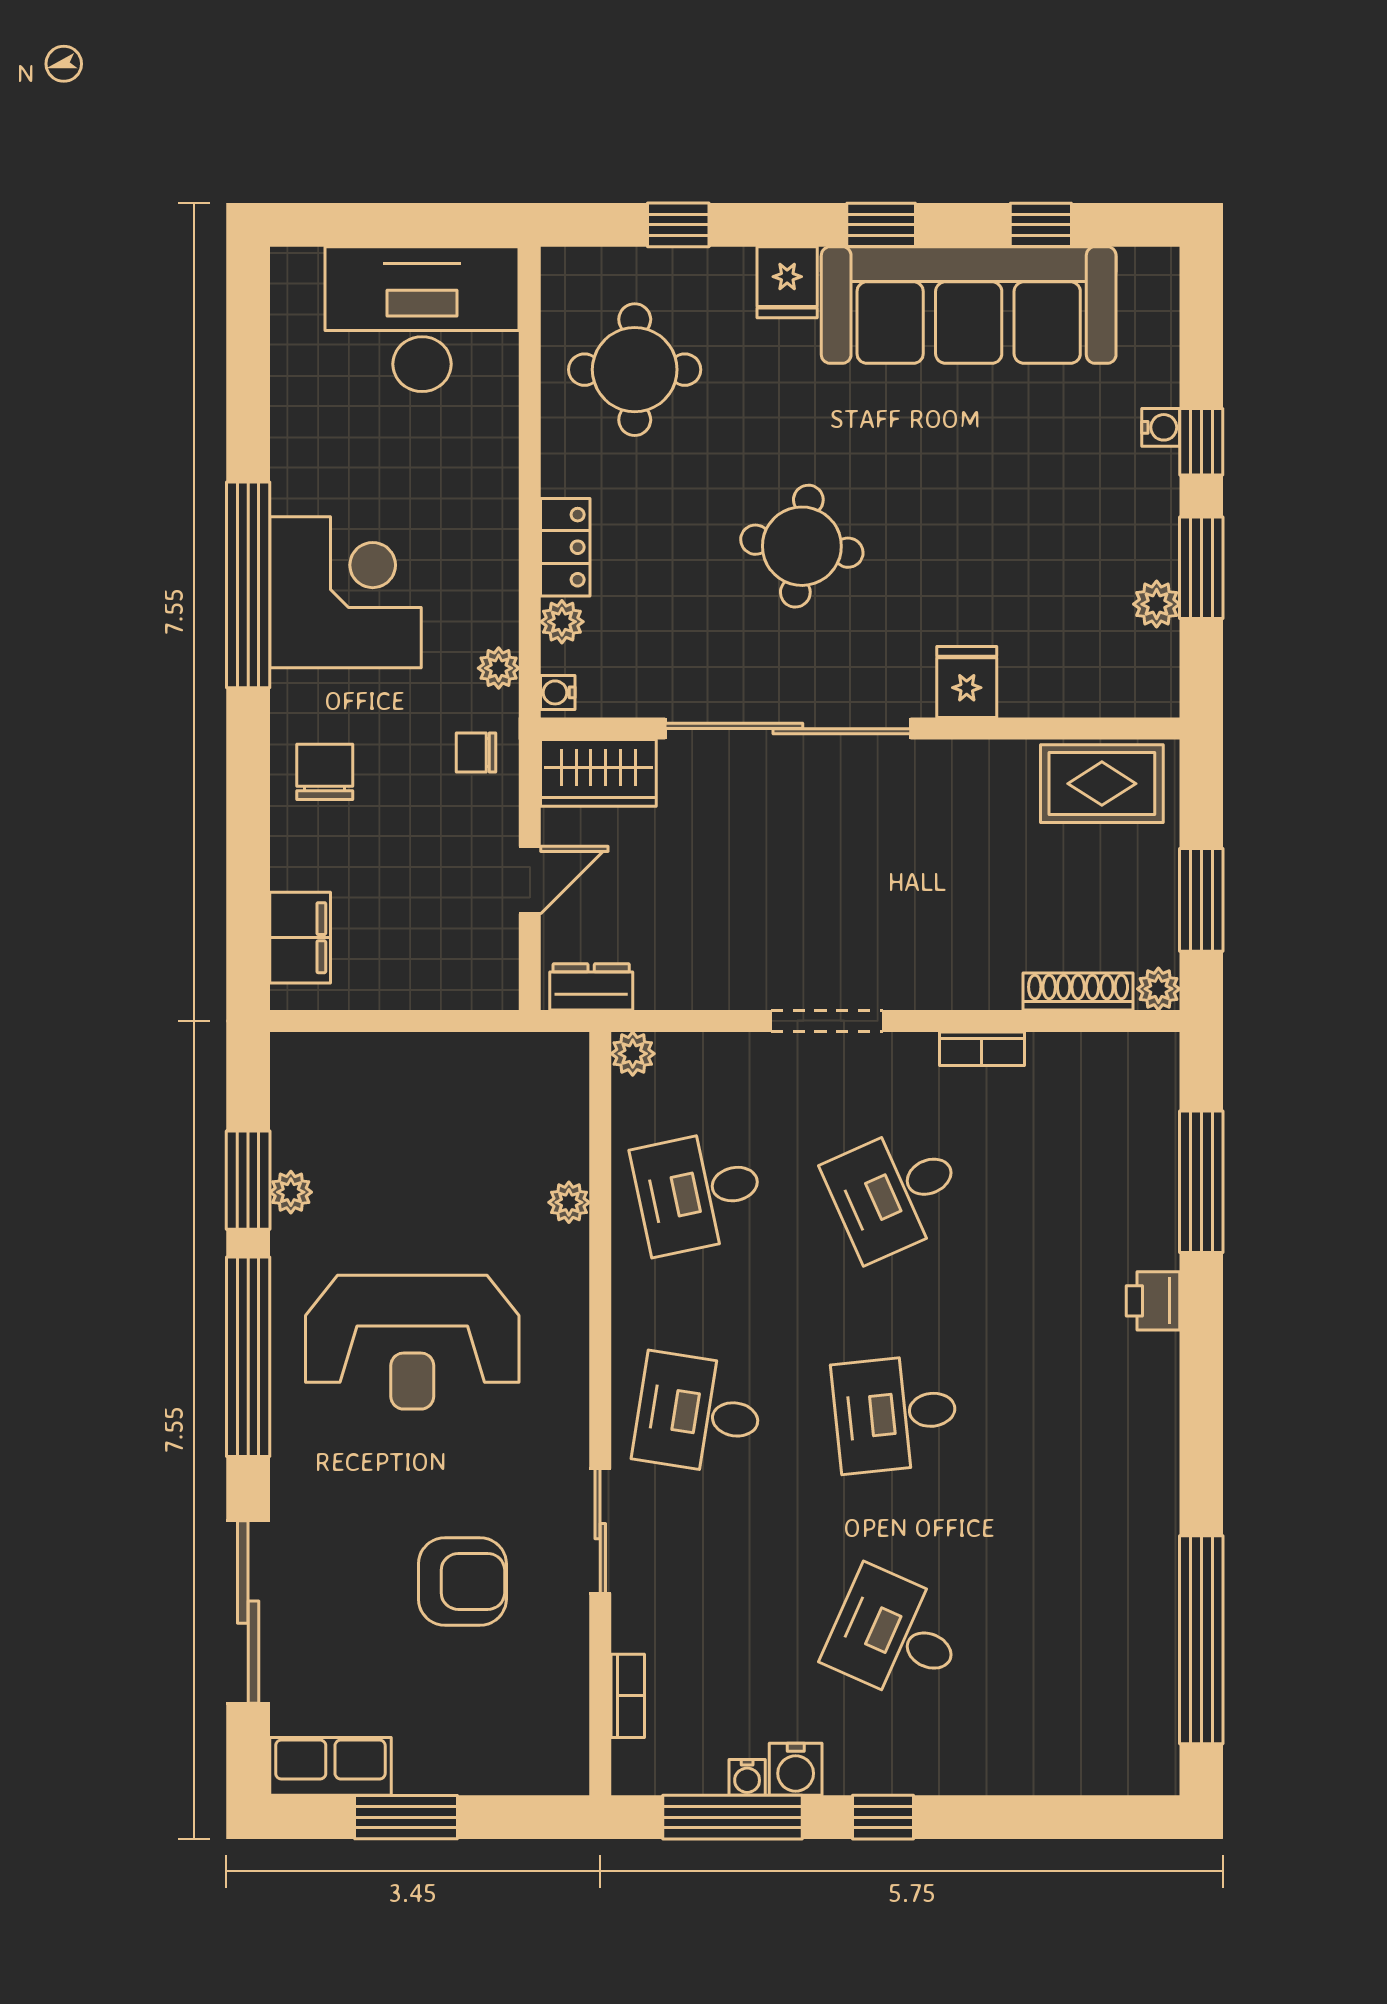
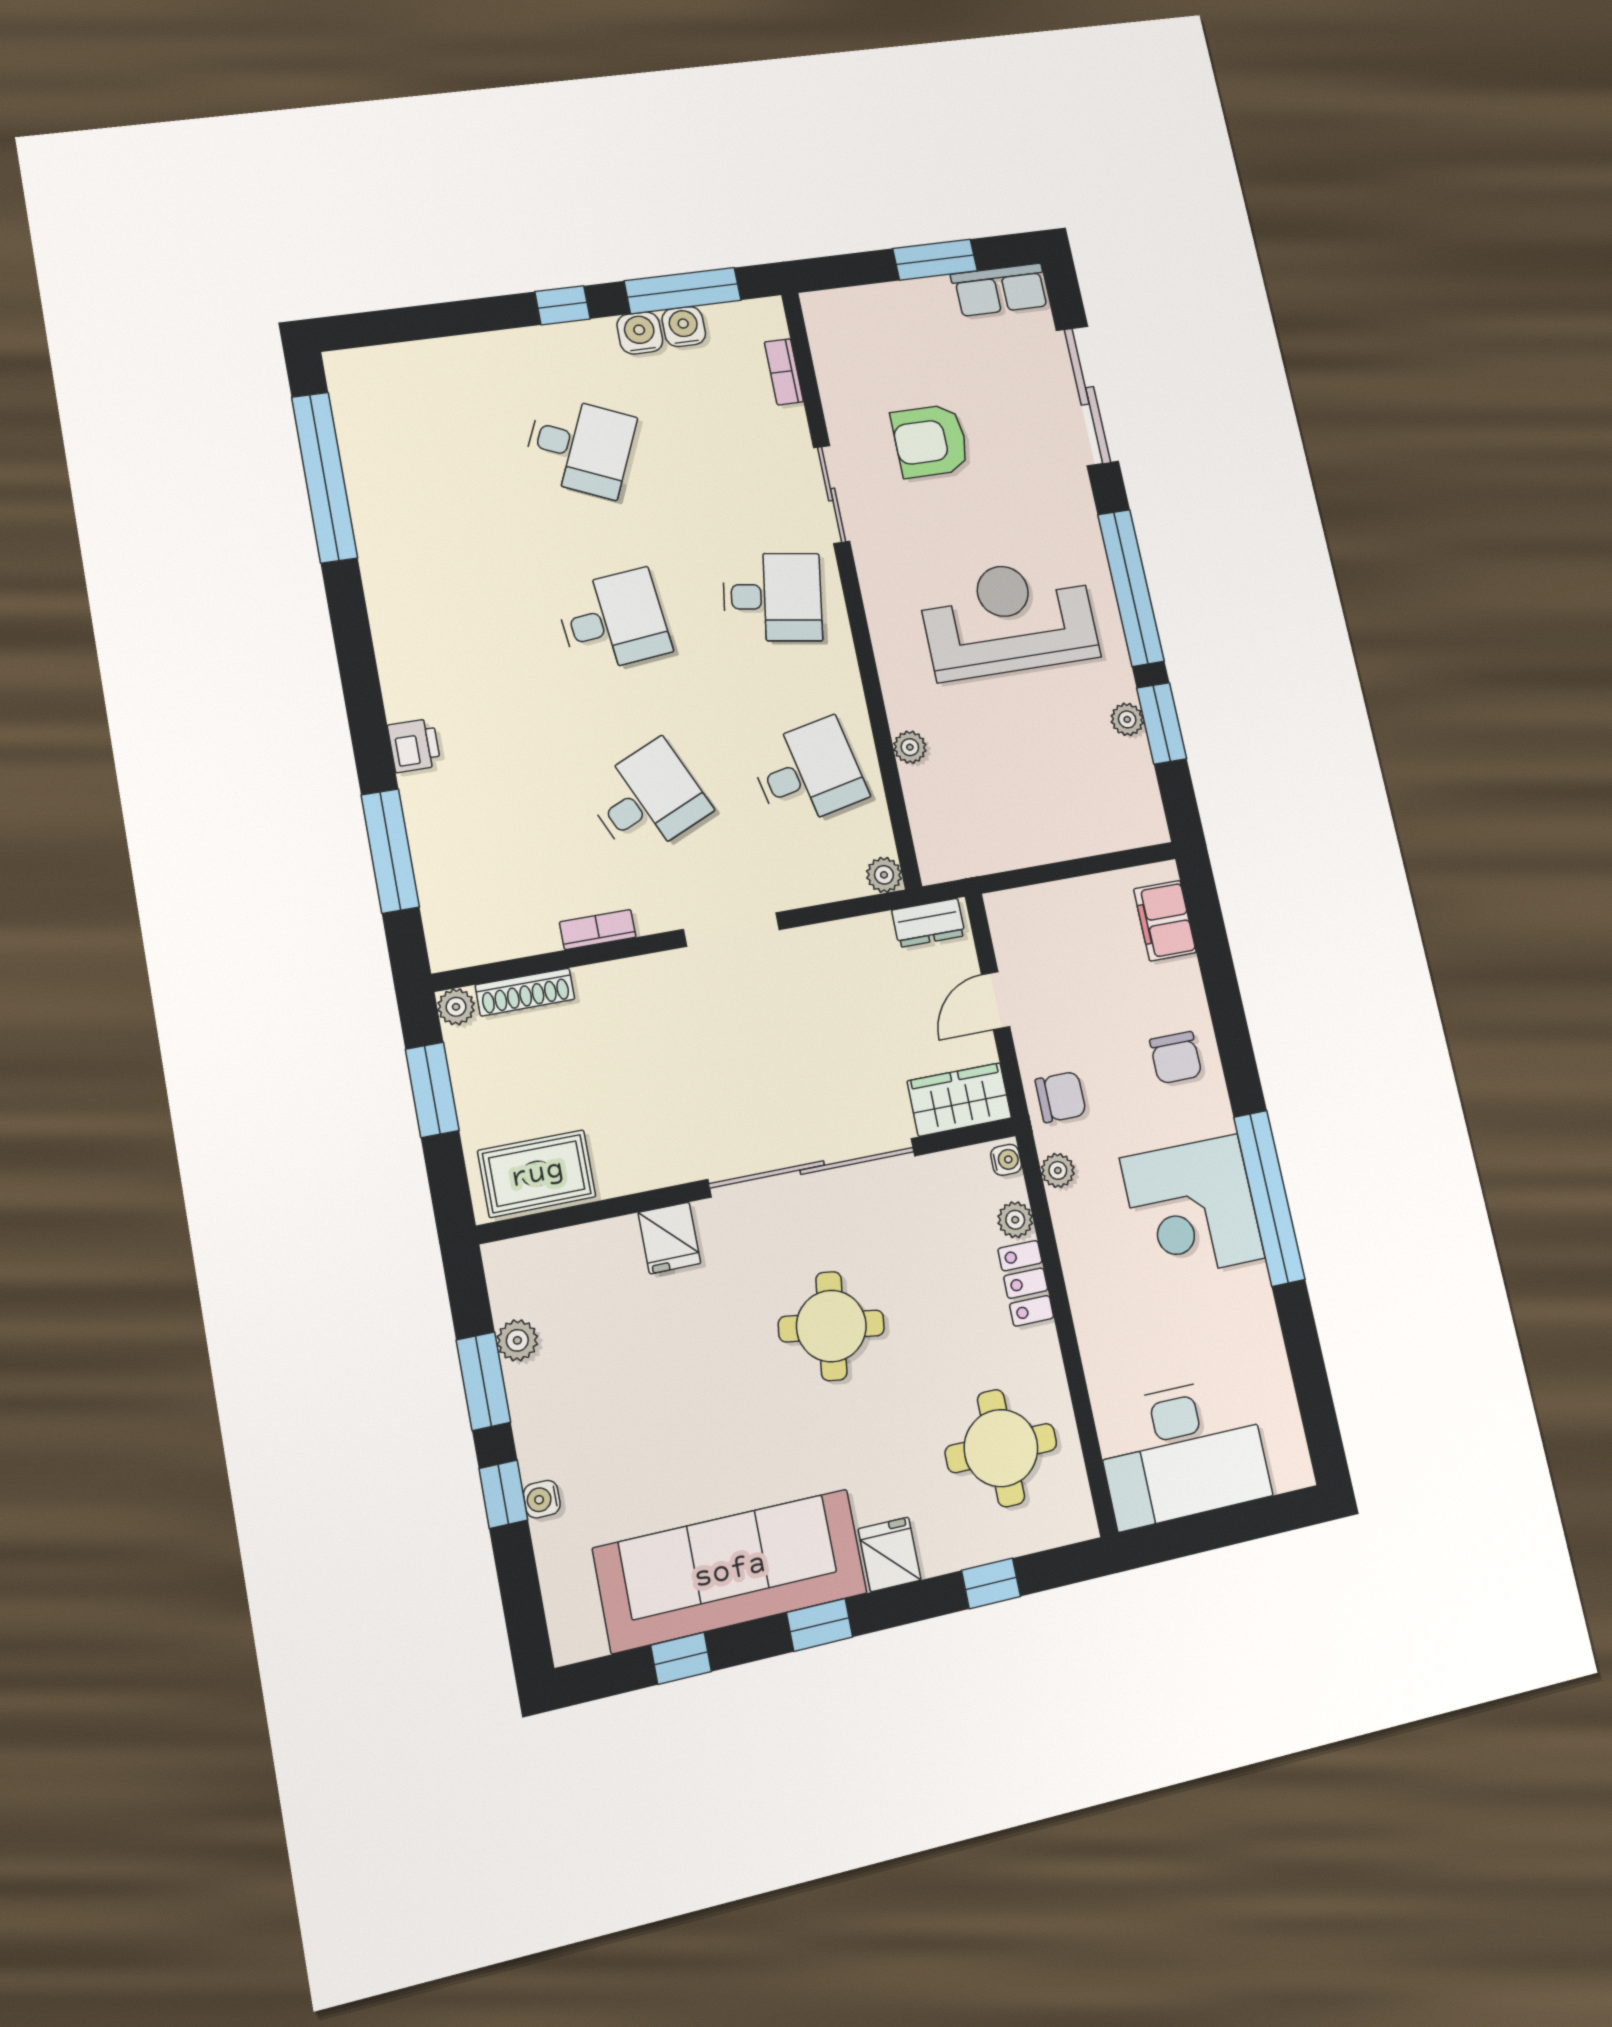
chair: (476, 753) -> (1061, 1097), width x1.37, depth x1.37
water cooler: (747, 1777) -> (684, 327), width x1.38, depth x1.38

